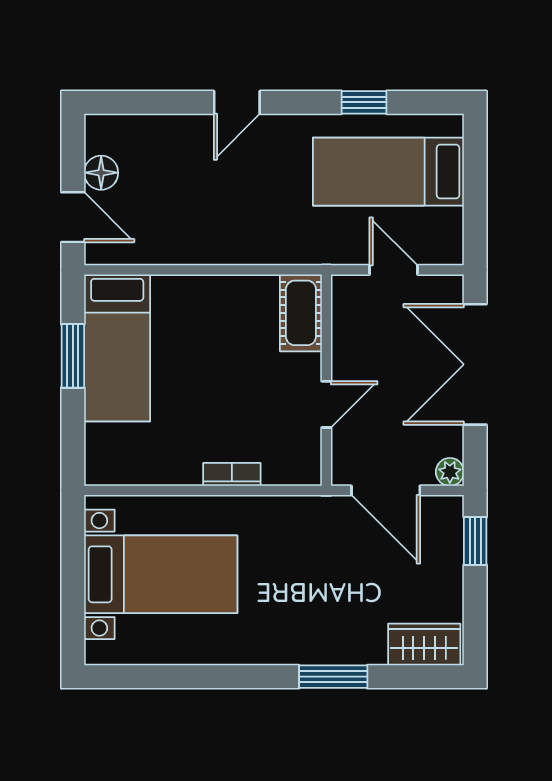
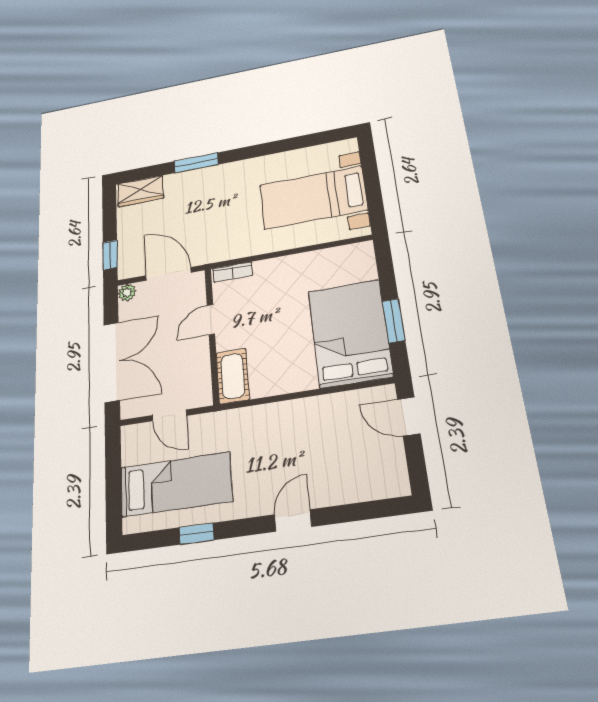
floor lamp: (101, 173) -> (392, 452), removed
bed: (117, 348) -> (350, 333), width x1.50
bookcase: (232, 474) -> (233, 272), moved

